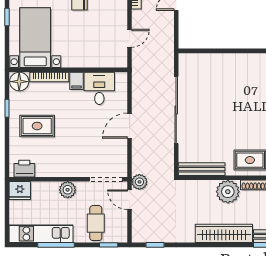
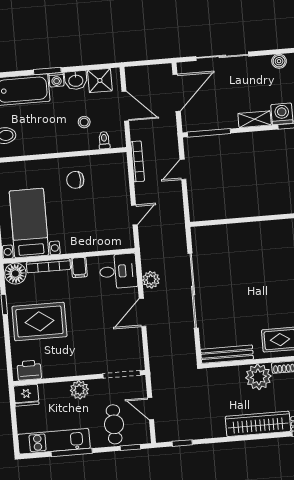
desk: (99, 88) -> (118, 271), moved, turned 90
rug: (37, 126) -> (39, 321), width x1.36, depth x1.43
plant: (139, 182) -> (151, 280), moved
door: (130, 200) -> (151, 409), moved

